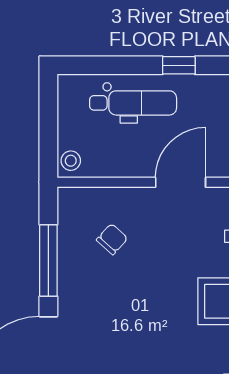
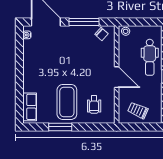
chair: (112, 239) -> (101, 34), moved

